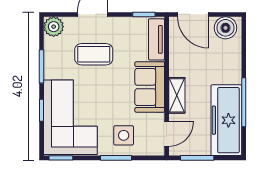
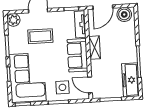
door: (193, 14) -> (103, 7), hinge flipped
shelving: (177, 95) -> (95, 48), moved
freezer: (226, 120) -> (130, 80), width x0.73, depth x0.79
door: (167, 134) -> (90, 85), swing flipped

